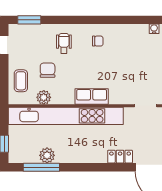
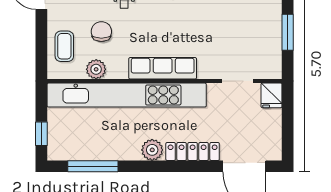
row of seats: (92, 97) -> (163, 68), width x1.48
plant: (47, 155) -> (152, 150), moved
locker: (120, 157) -> (193, 152), width x1.53

